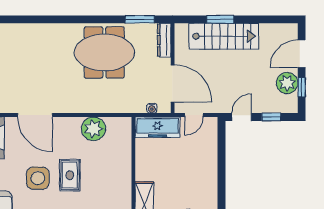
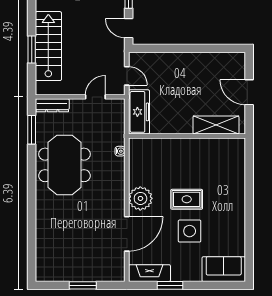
door: (173, 83) -> (95, 97), width x0.53
water cooler: (152, 108) -> (120, 151), moved
plant: (93, 129) -> (140, 198), moved

